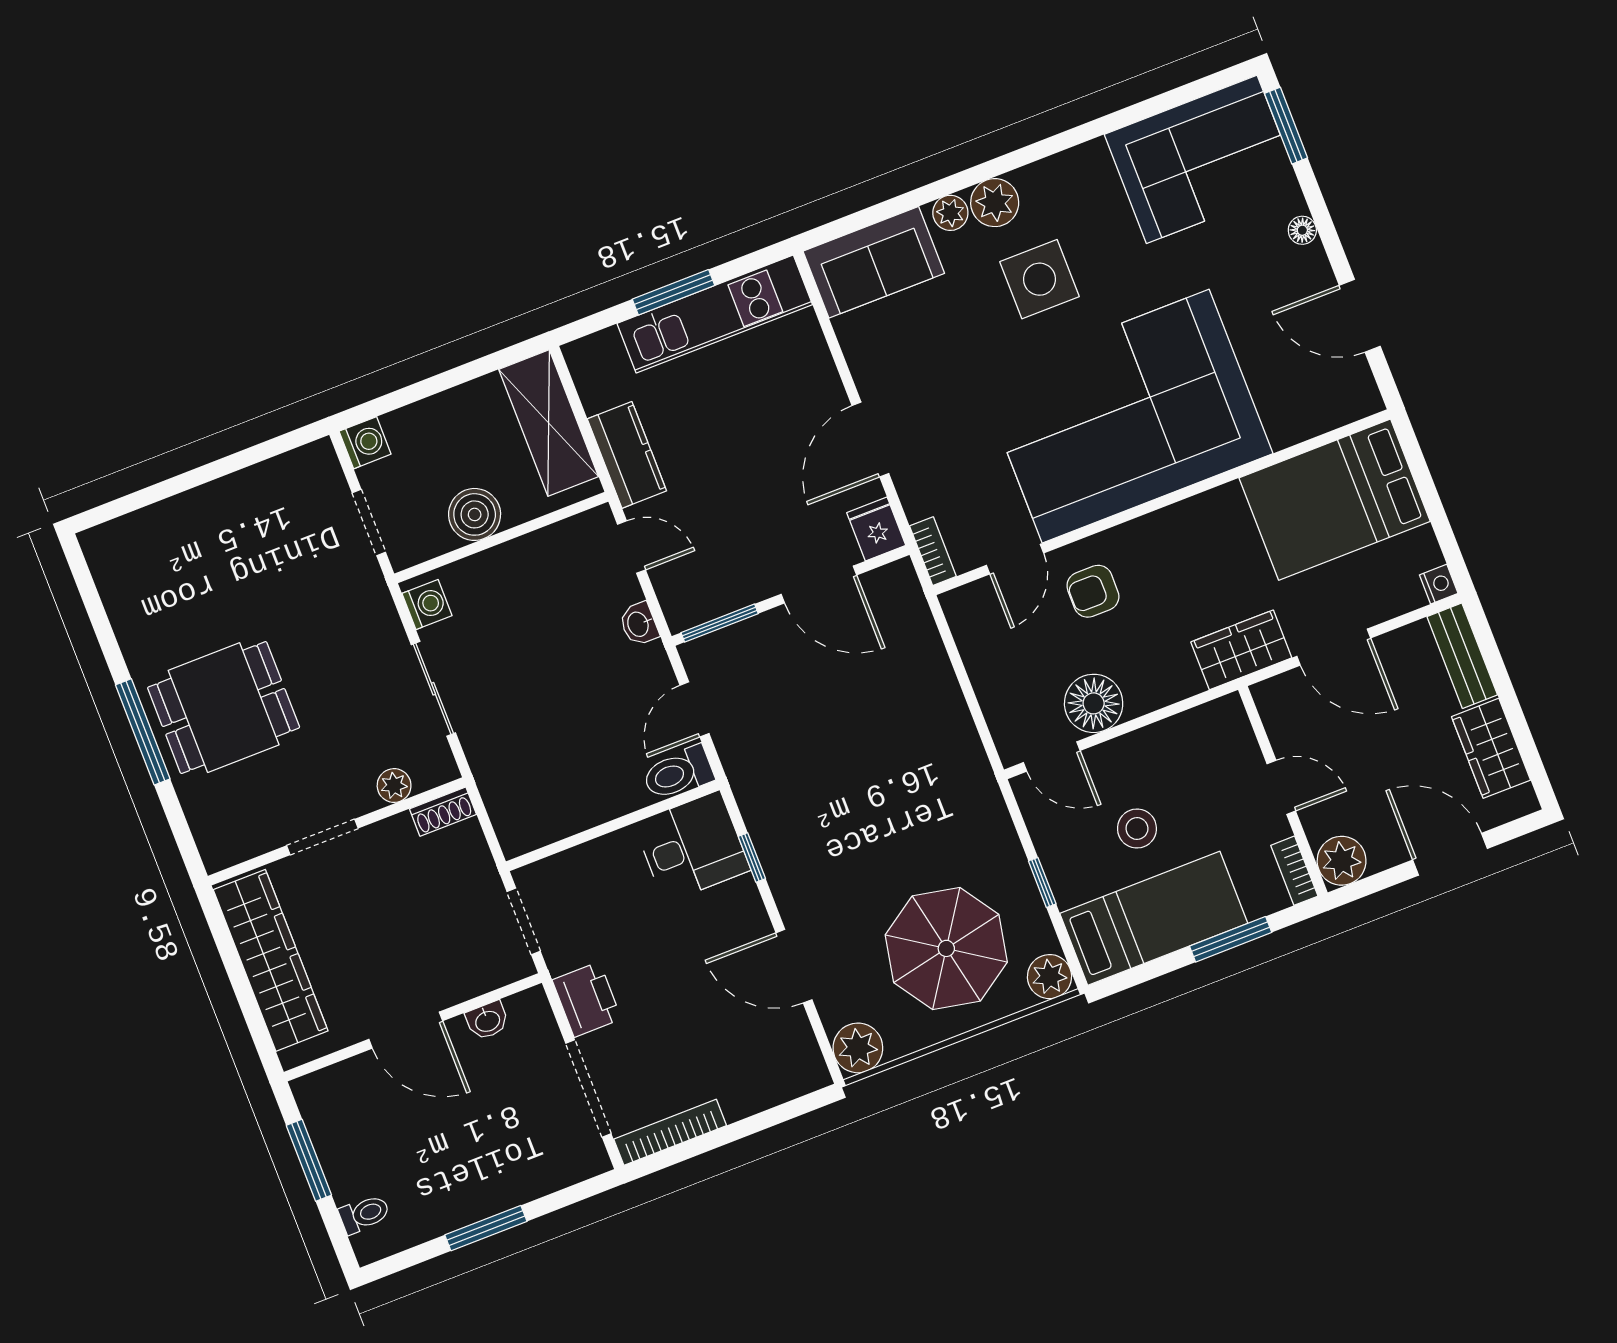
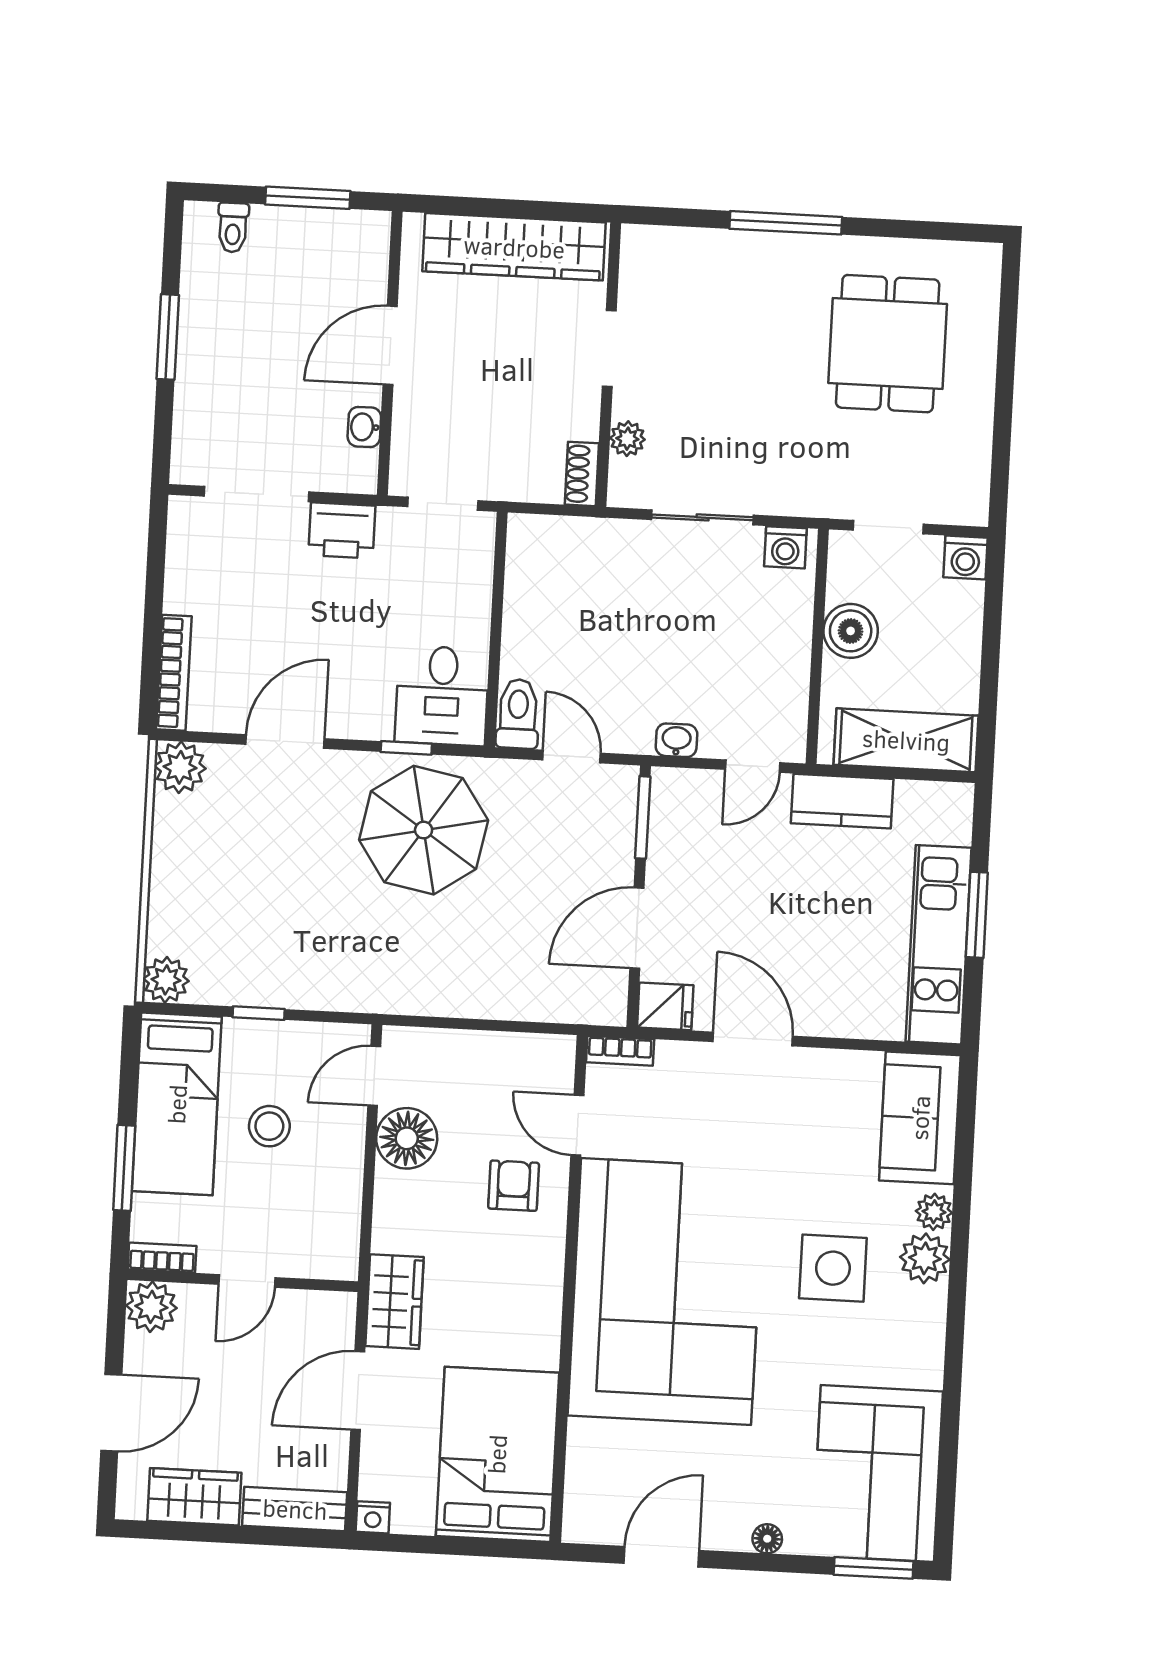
dining table: (224, 708) -> (888, 344), moved
parasol: (946, 948) -> (424, 830), moved
bookcase: (670, 1132) -> (174, 673), moved

